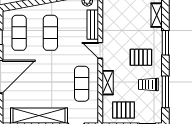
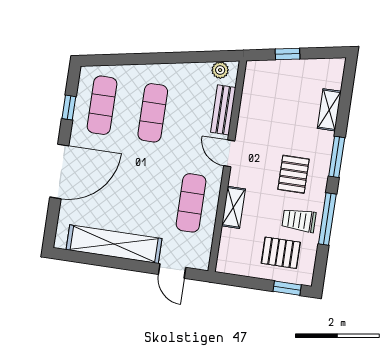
pallet: (141, 57) -> (293, 174), turned 90
window: (165, 92) -> (327, 219), moved
pallet: (124, 110) -> (281, 253), moved

